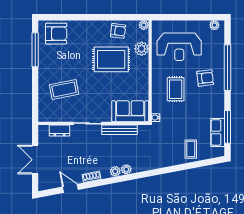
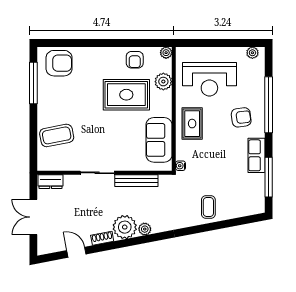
armchair: (118, 31) -> (135, 60), turned 83
coffee table: (64, 89) -> (57, 135), moved
rug: (176, 89) -> (192, 124), moved
sofa: (130, 111) -> (159, 140), moved, turned -90
dresser: (59, 131) -> (51, 182), moved
row of seats: (218, 132) -> (256, 155), moved
coffee table: (191, 149) -> (208, 207), moved
plant: (115, 171) -> (125, 227), width x1.88, depth x1.88

